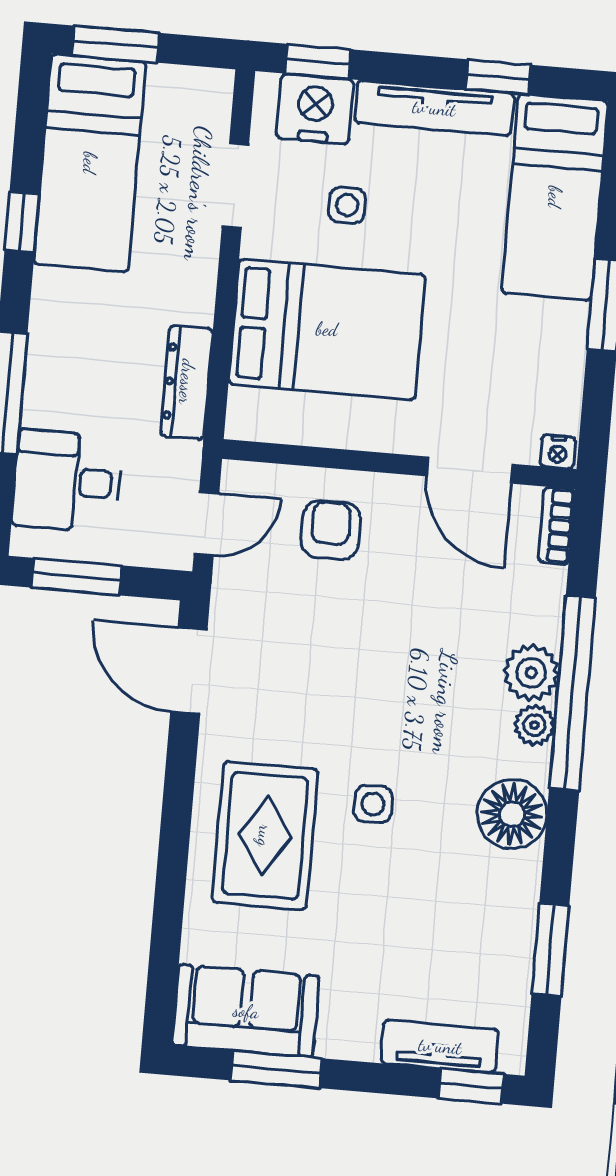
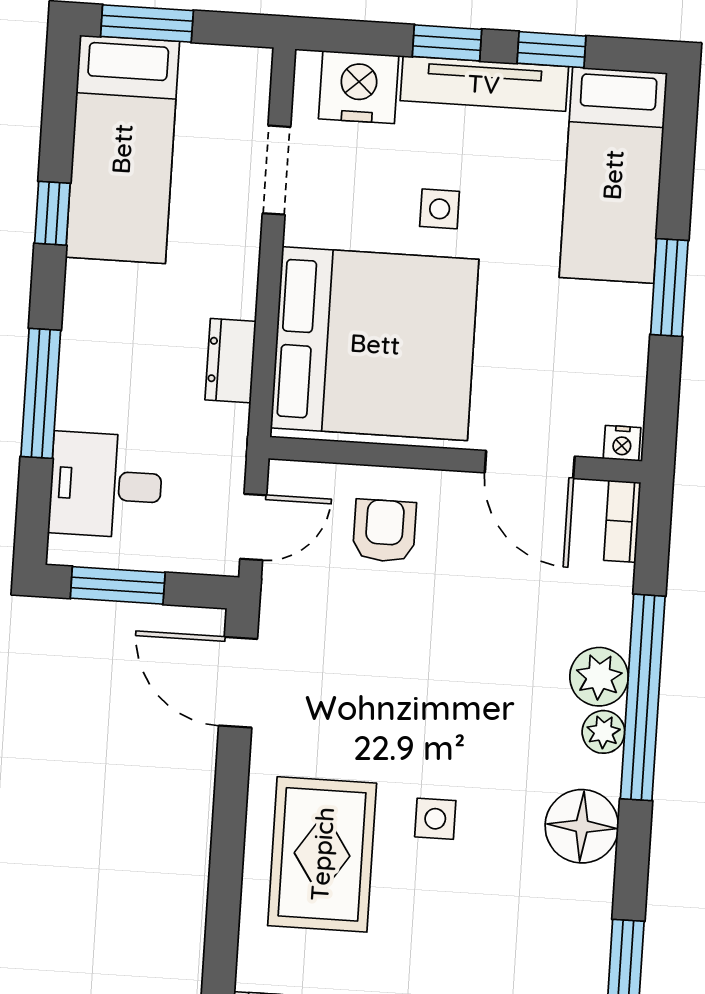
window: (318, 62) -> (447, 43), moved
side table: (347, 205) -> (440, 209), moved
bed: (327, 329) -> (375, 344), width x1.36
dresser: (187, 382) -> (231, 361), width x0.70

